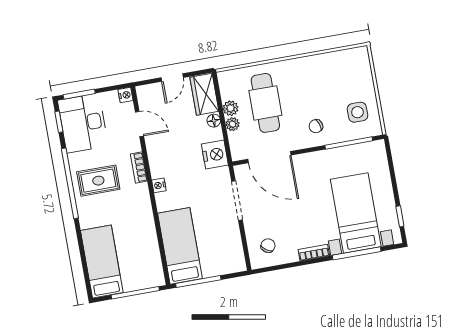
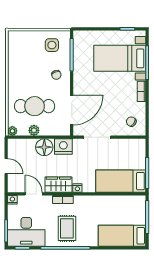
wardrobe: (204, 94) -> (59, 185), moved, turned 180
floor lamp: (214, 121) -> (44, 147), width x1.89, depth x1.89
door: (139, 124) -> (34, 194), hinge flipped
plant: (233, 124) -> (12, 131), moved

